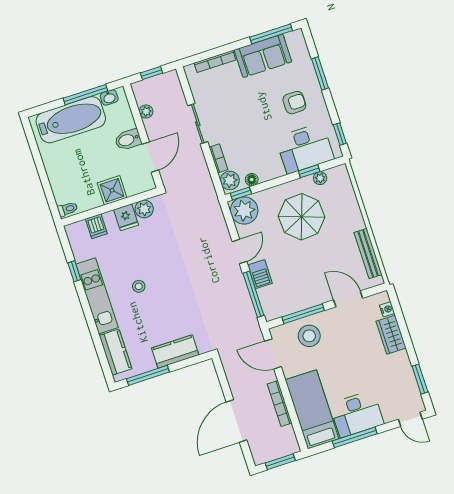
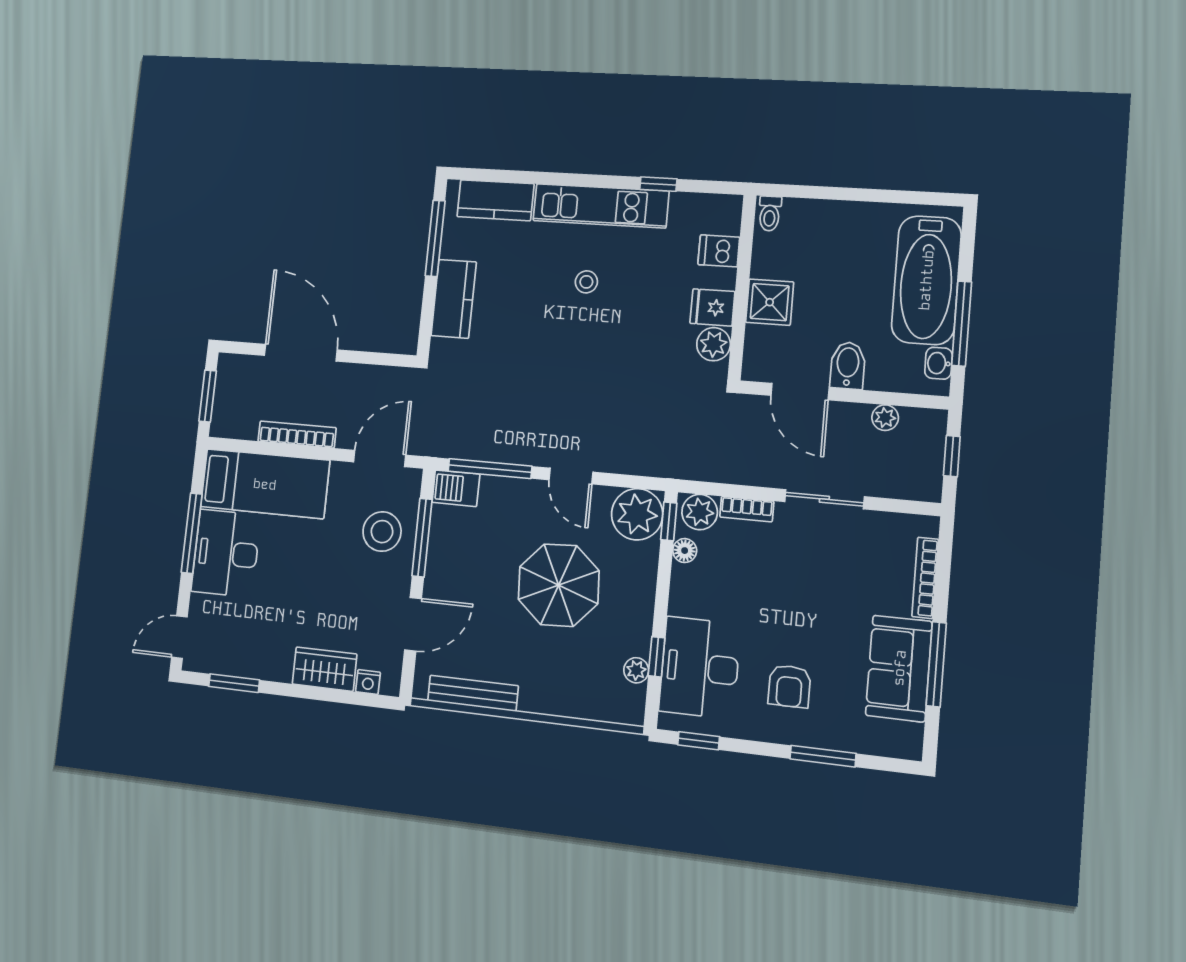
window: (271, 34) -> (936, 664), moved
parasol: (302, 217) -> (559, 585), moved
barbecue: (260, 274) -> (456, 488), moved

